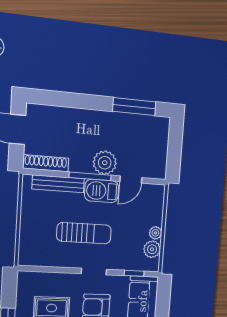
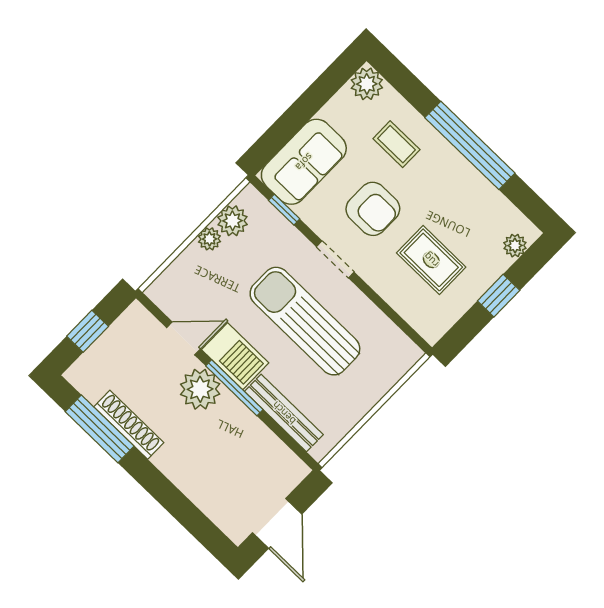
window: (175, 147) -> (88, 331), added
shoe rack: (46, 163) -> (129, 425), moved, turned 180
sun lounger: (84, 233) -> (305, 321), width x1.36, depth x1.34

